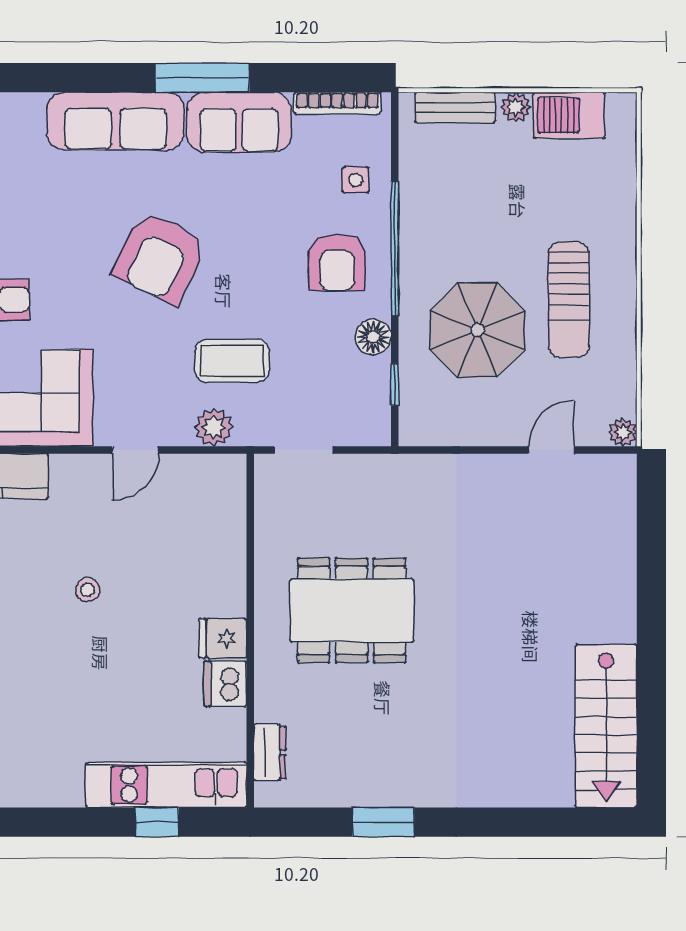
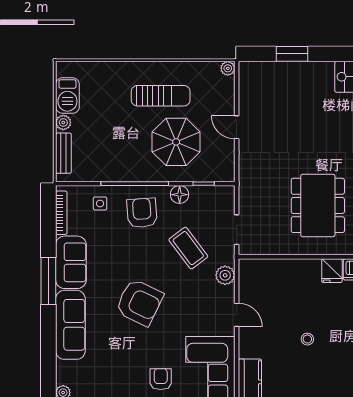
armchair: (337, 263) -> (142, 213), turned -94
coffee table: (232, 361) -> (188, 248), moved, turned -37
door: (551, 450) -> (237, 127), moved
window: (651, 559) -> (292, 54), added

